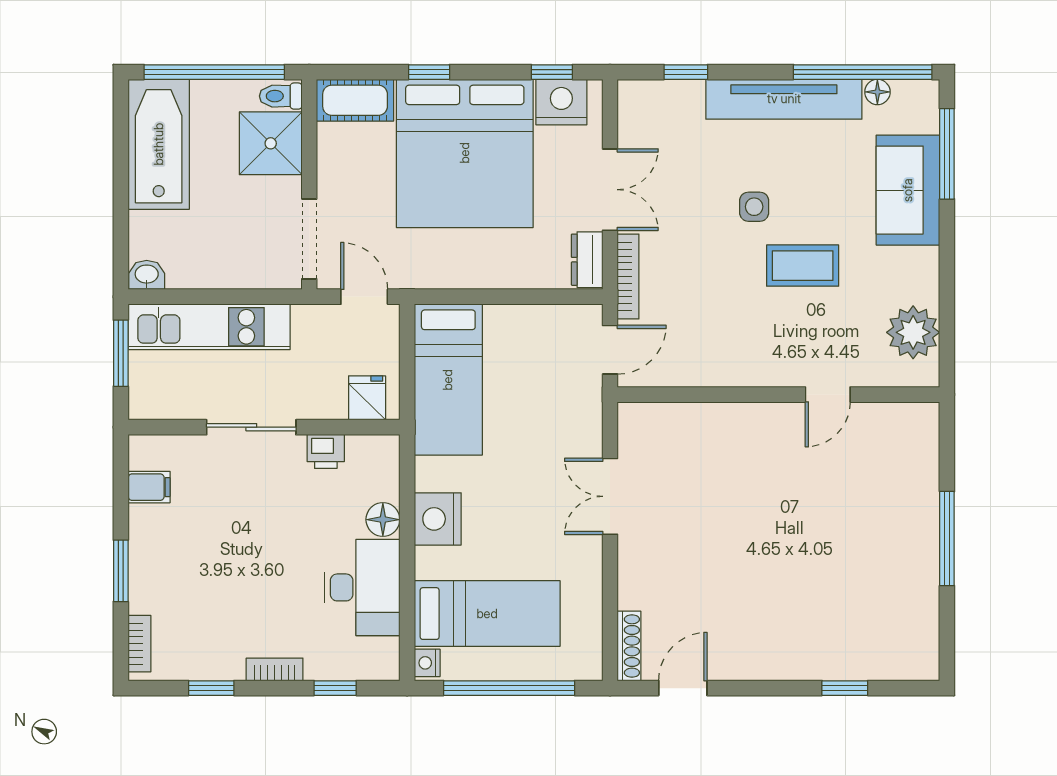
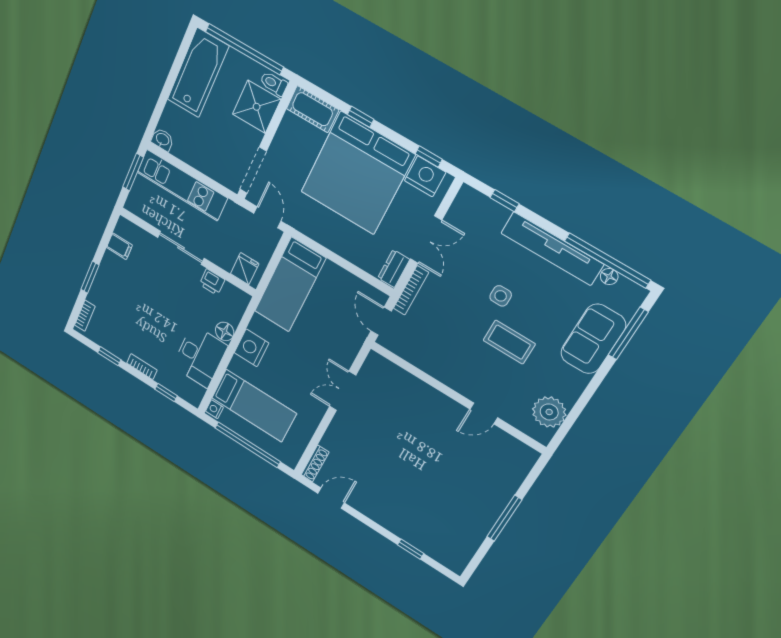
door: (610, 350) -> (381, 321), swing flipped

